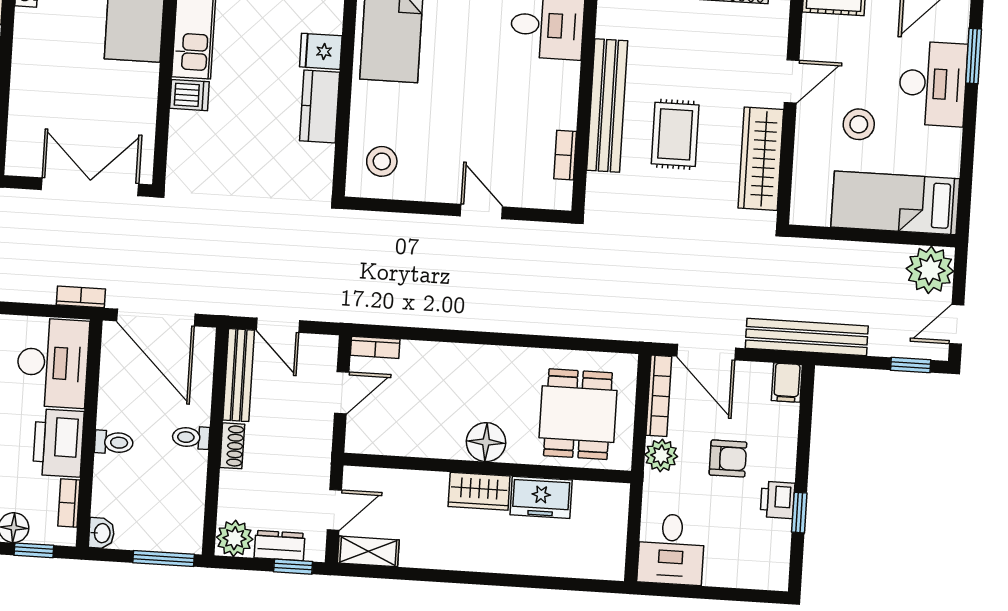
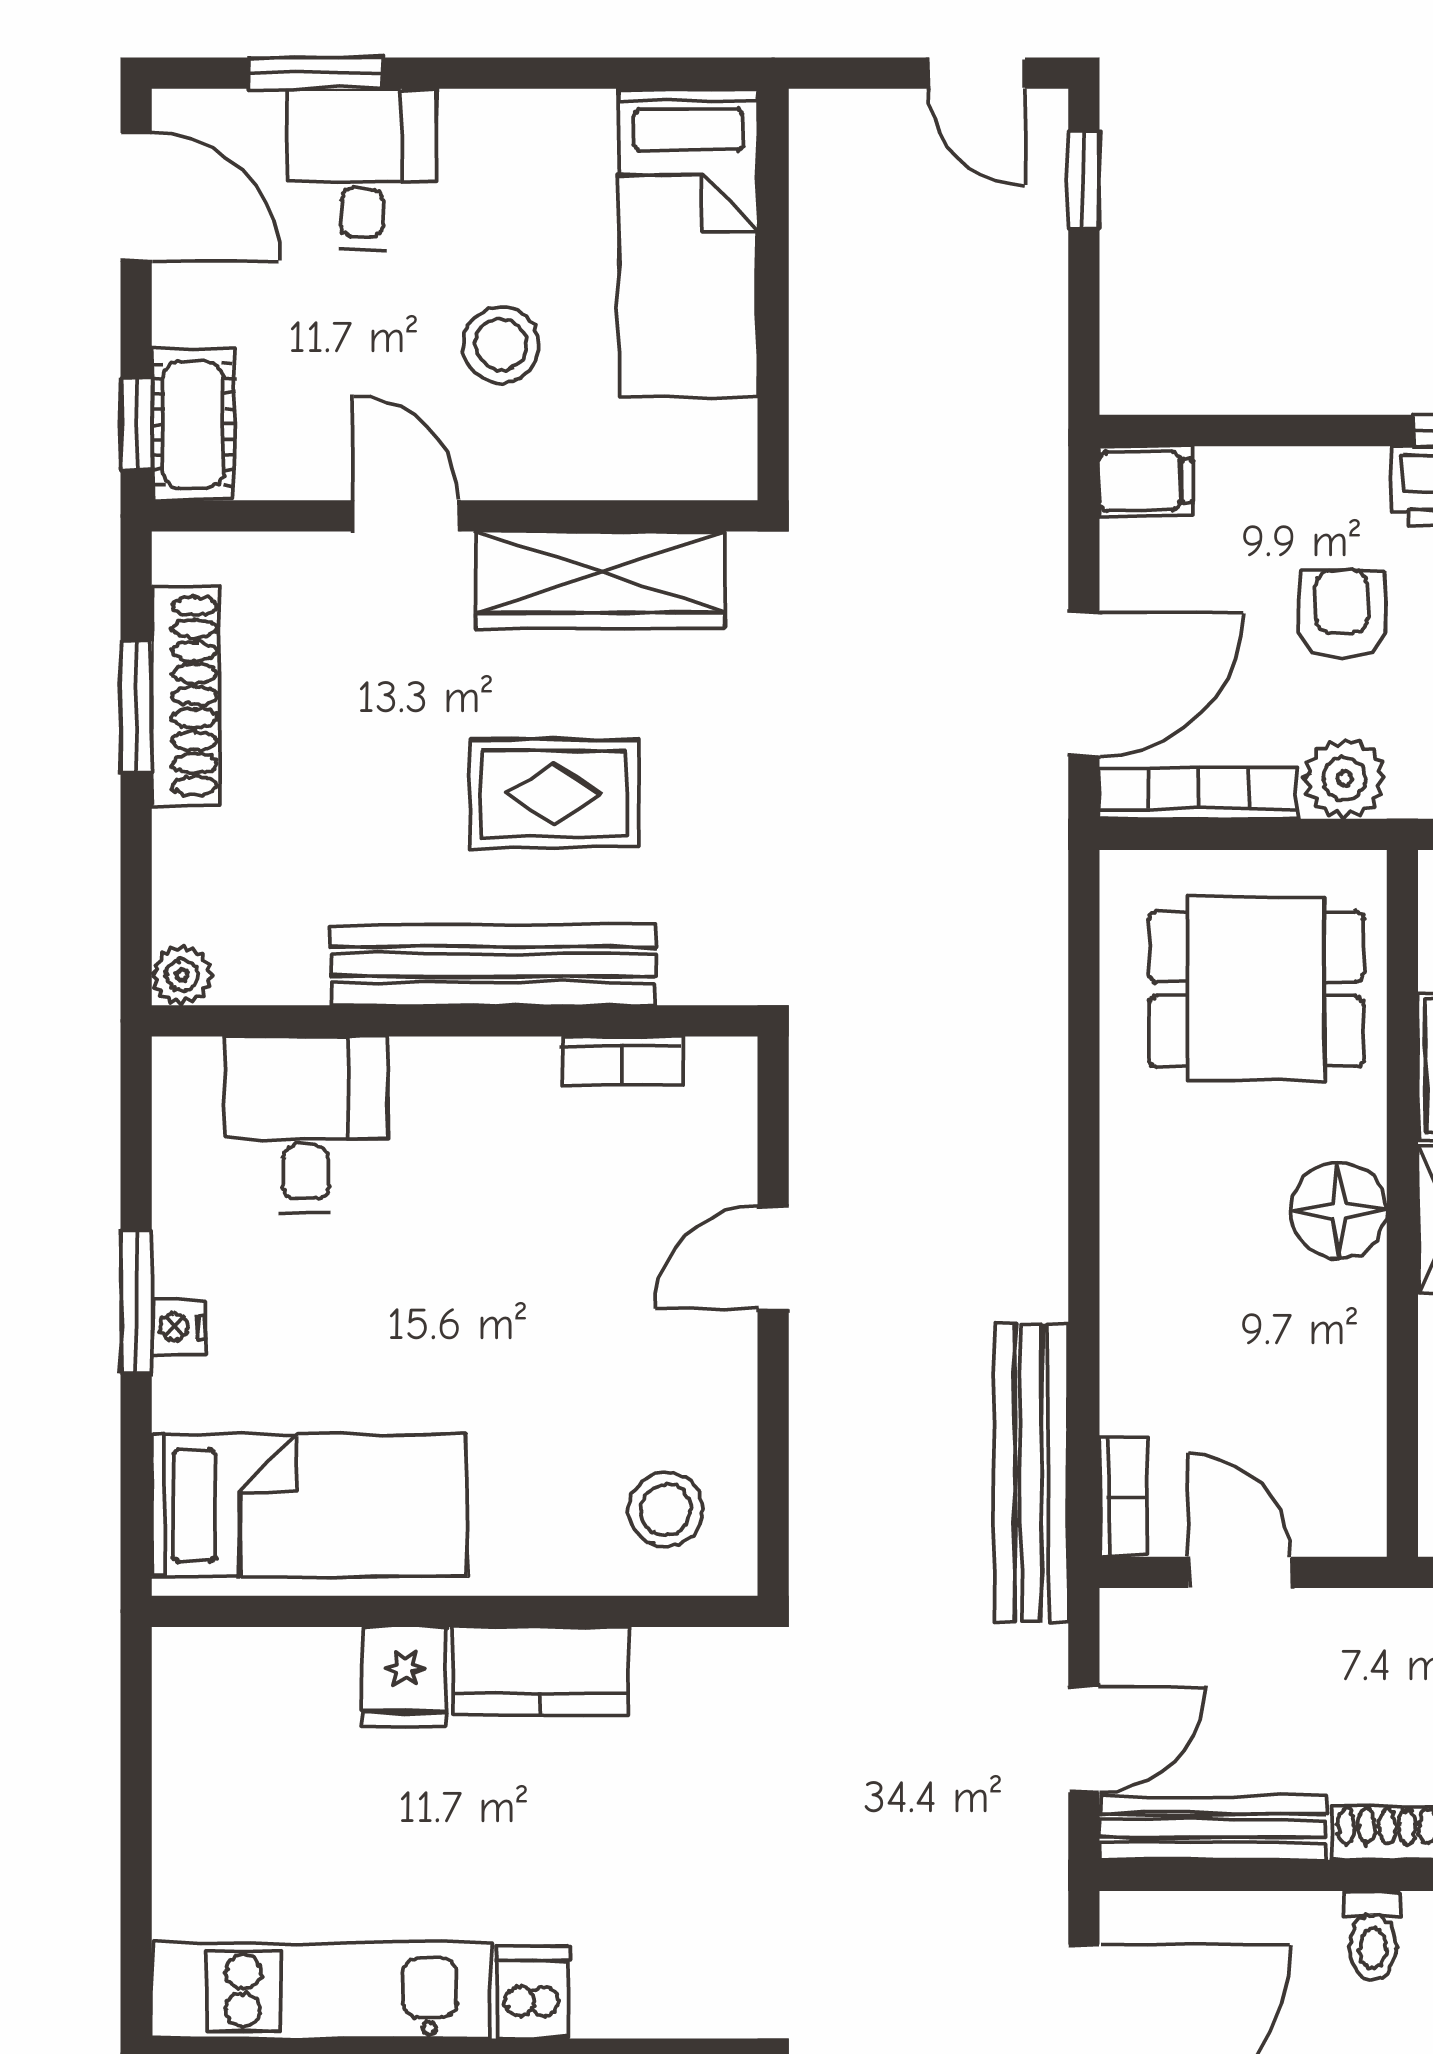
desk: (933, 84) -> (362, 169), width x0.73
plant: (930, 270) -> (847, 147), removed
bench: (807, 337) -> (1031, 1473), moved

